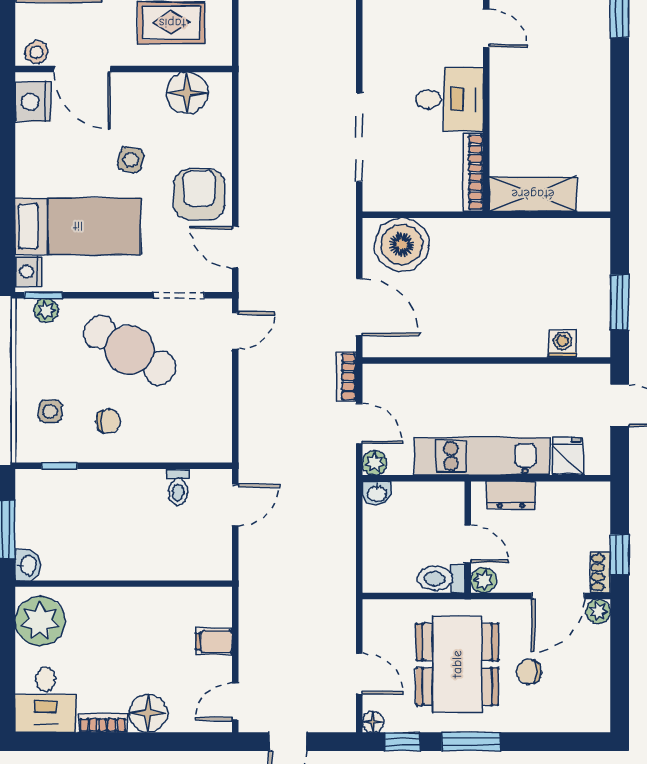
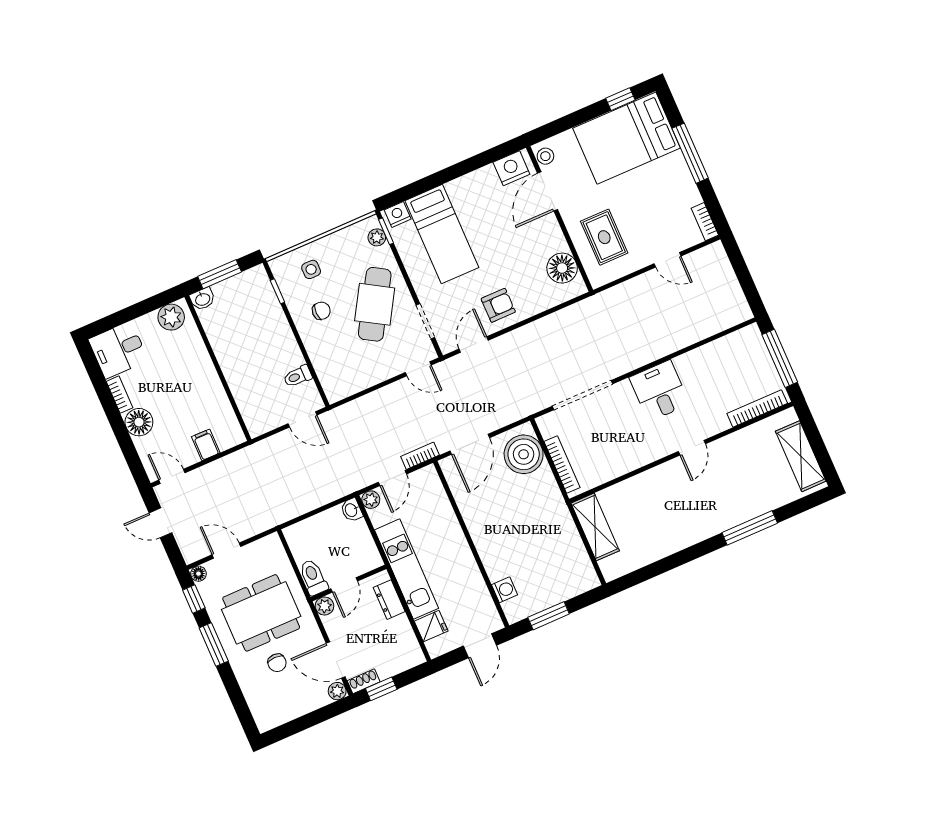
desk: (449, 99) -> (659, 391), moved, turned 180
side table: (131, 160) -> (501, 250), removed
bookcase: (473, 172) -> (562, 464), moved, turned 90
armchair: (199, 194) -> (498, 305), width x0.72, depth x0.72
chair: (108, 421) -> (321, 311), turned -90
plant: (40, 621) -> (171, 317), width x0.73, depth x0.73
chair: (529, 672) -> (277, 663), turned 180
door: (359, 674) -> (226, 551), swing flipped

